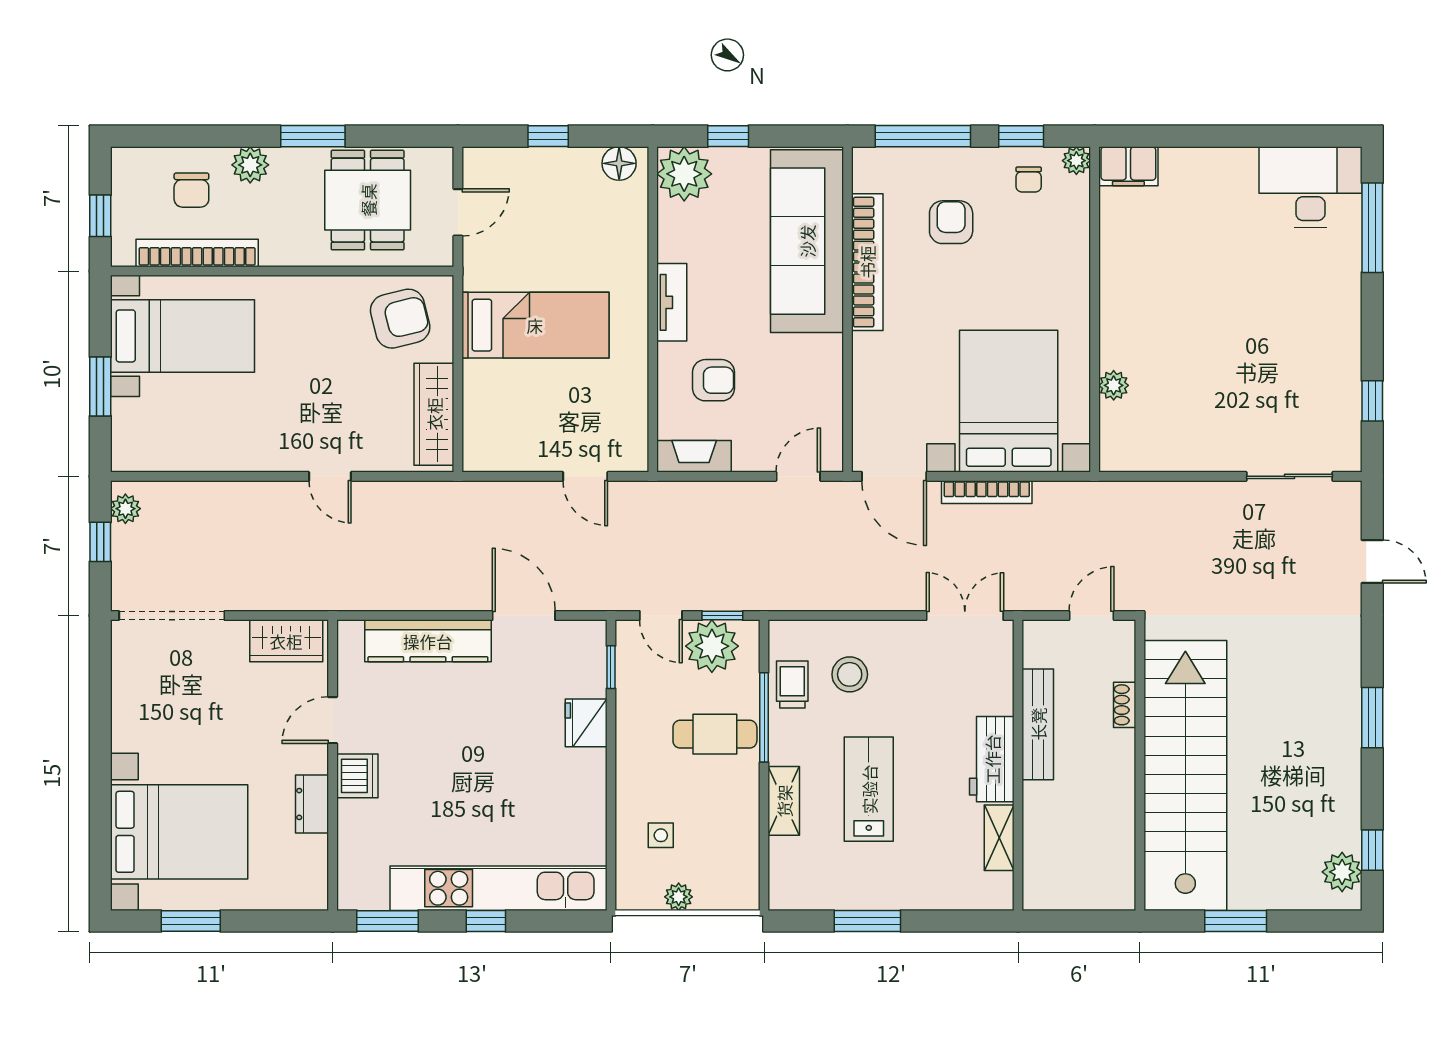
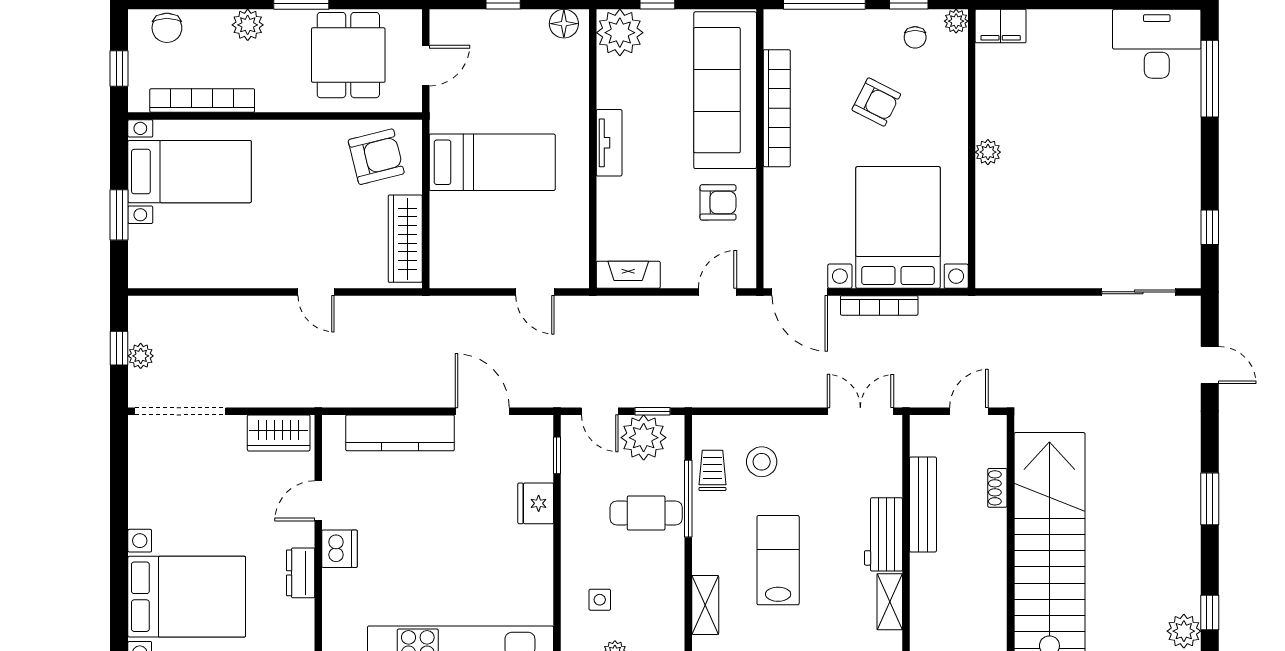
chair: (191, 190) -> (167, 28), moved
armchair: (951, 222) -> (876, 102), moved, turned 117
armchair: (713, 380) -> (718, 202), moved
plant: (1114, 385) -> (988, 152), moved
plant: (125, 509) -> (141, 356), moved
shelving: (784, 801) -> (705, 605), moved

